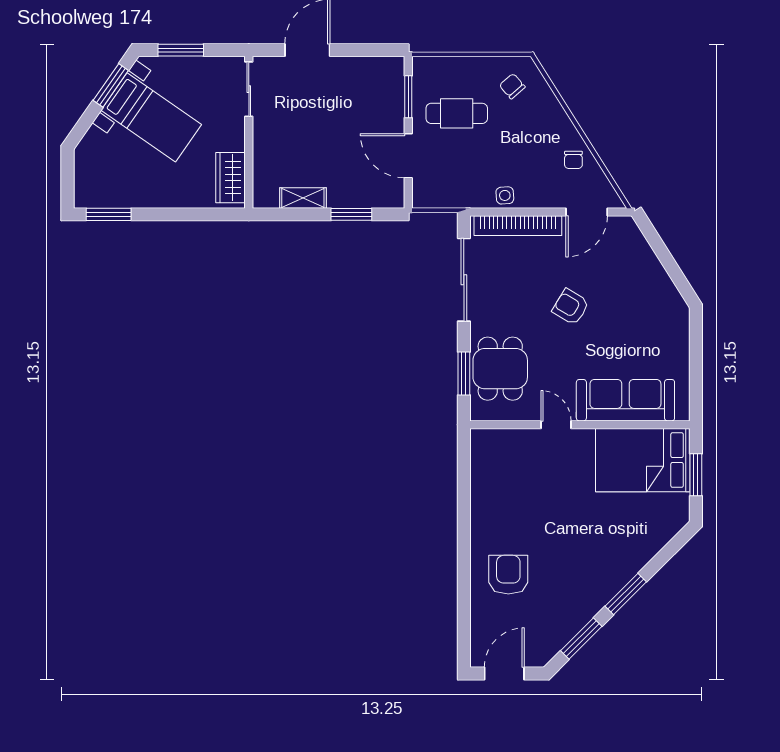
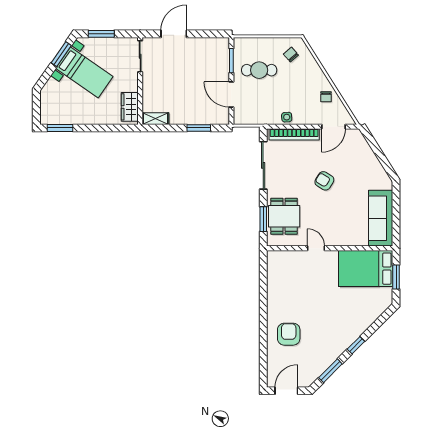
shelving: (303, 198) -> (155, 119), moved
sofa: (625, 400) -> (381, 218), moved, turned -90
window: (626, 594) -> (356, 345), width x0.67

